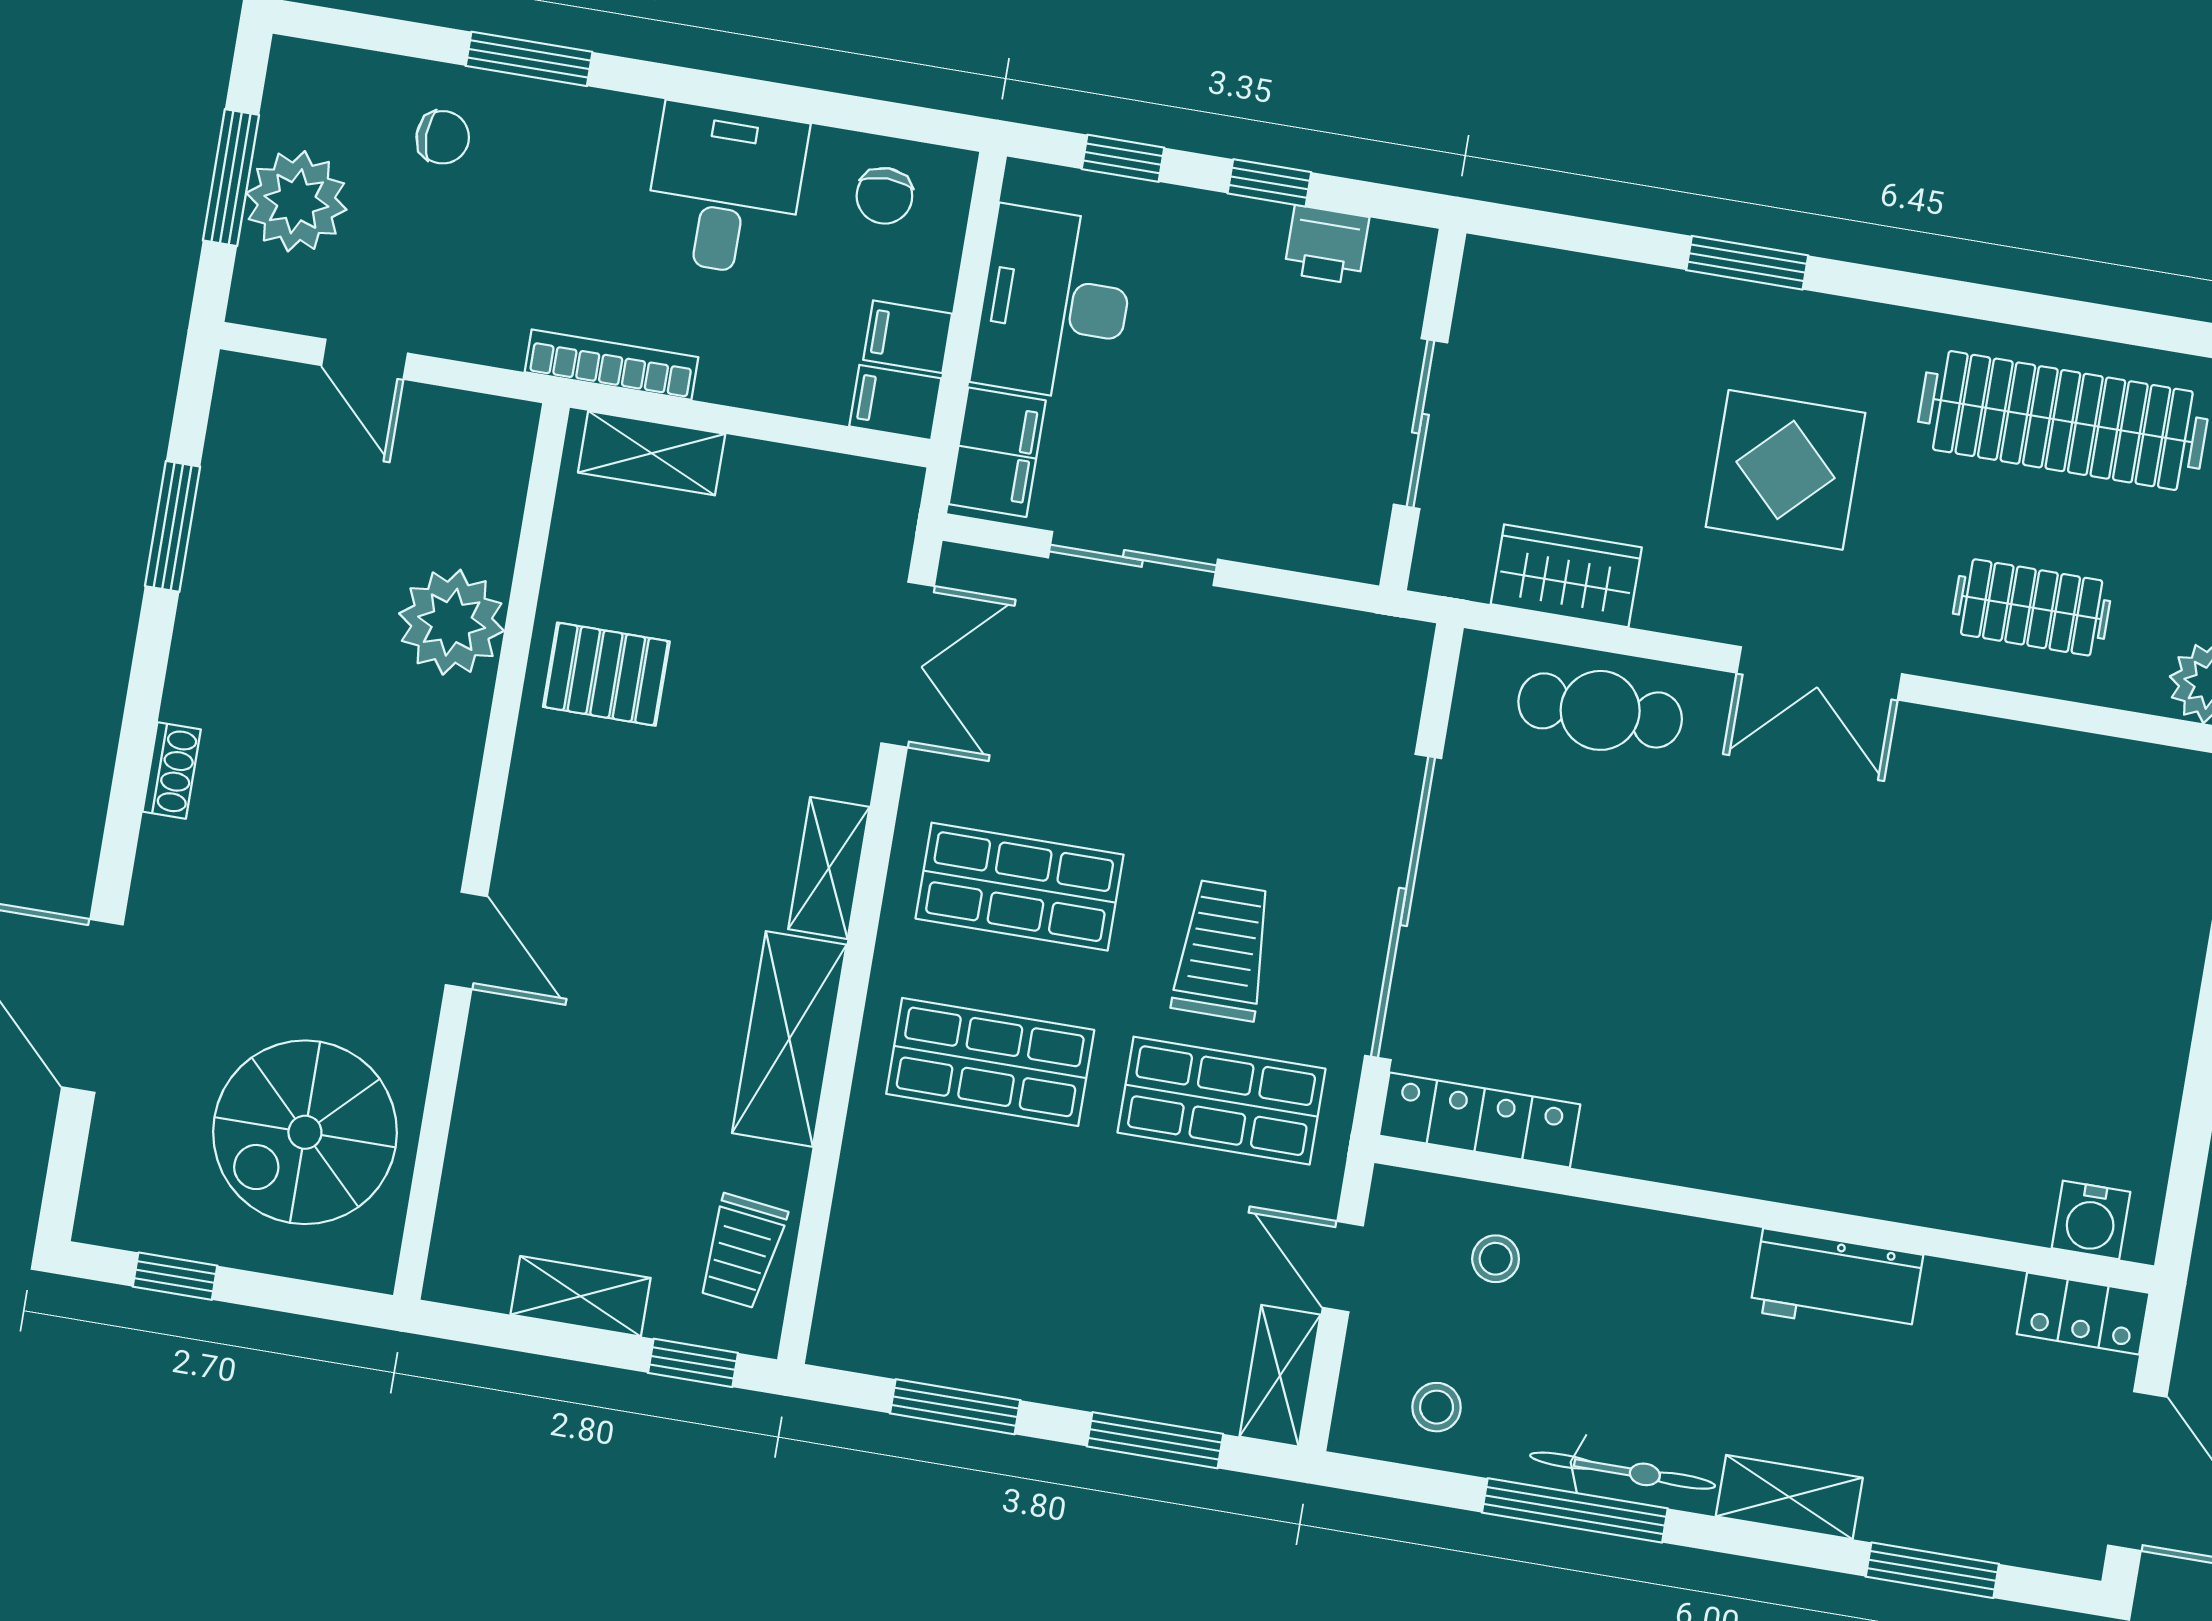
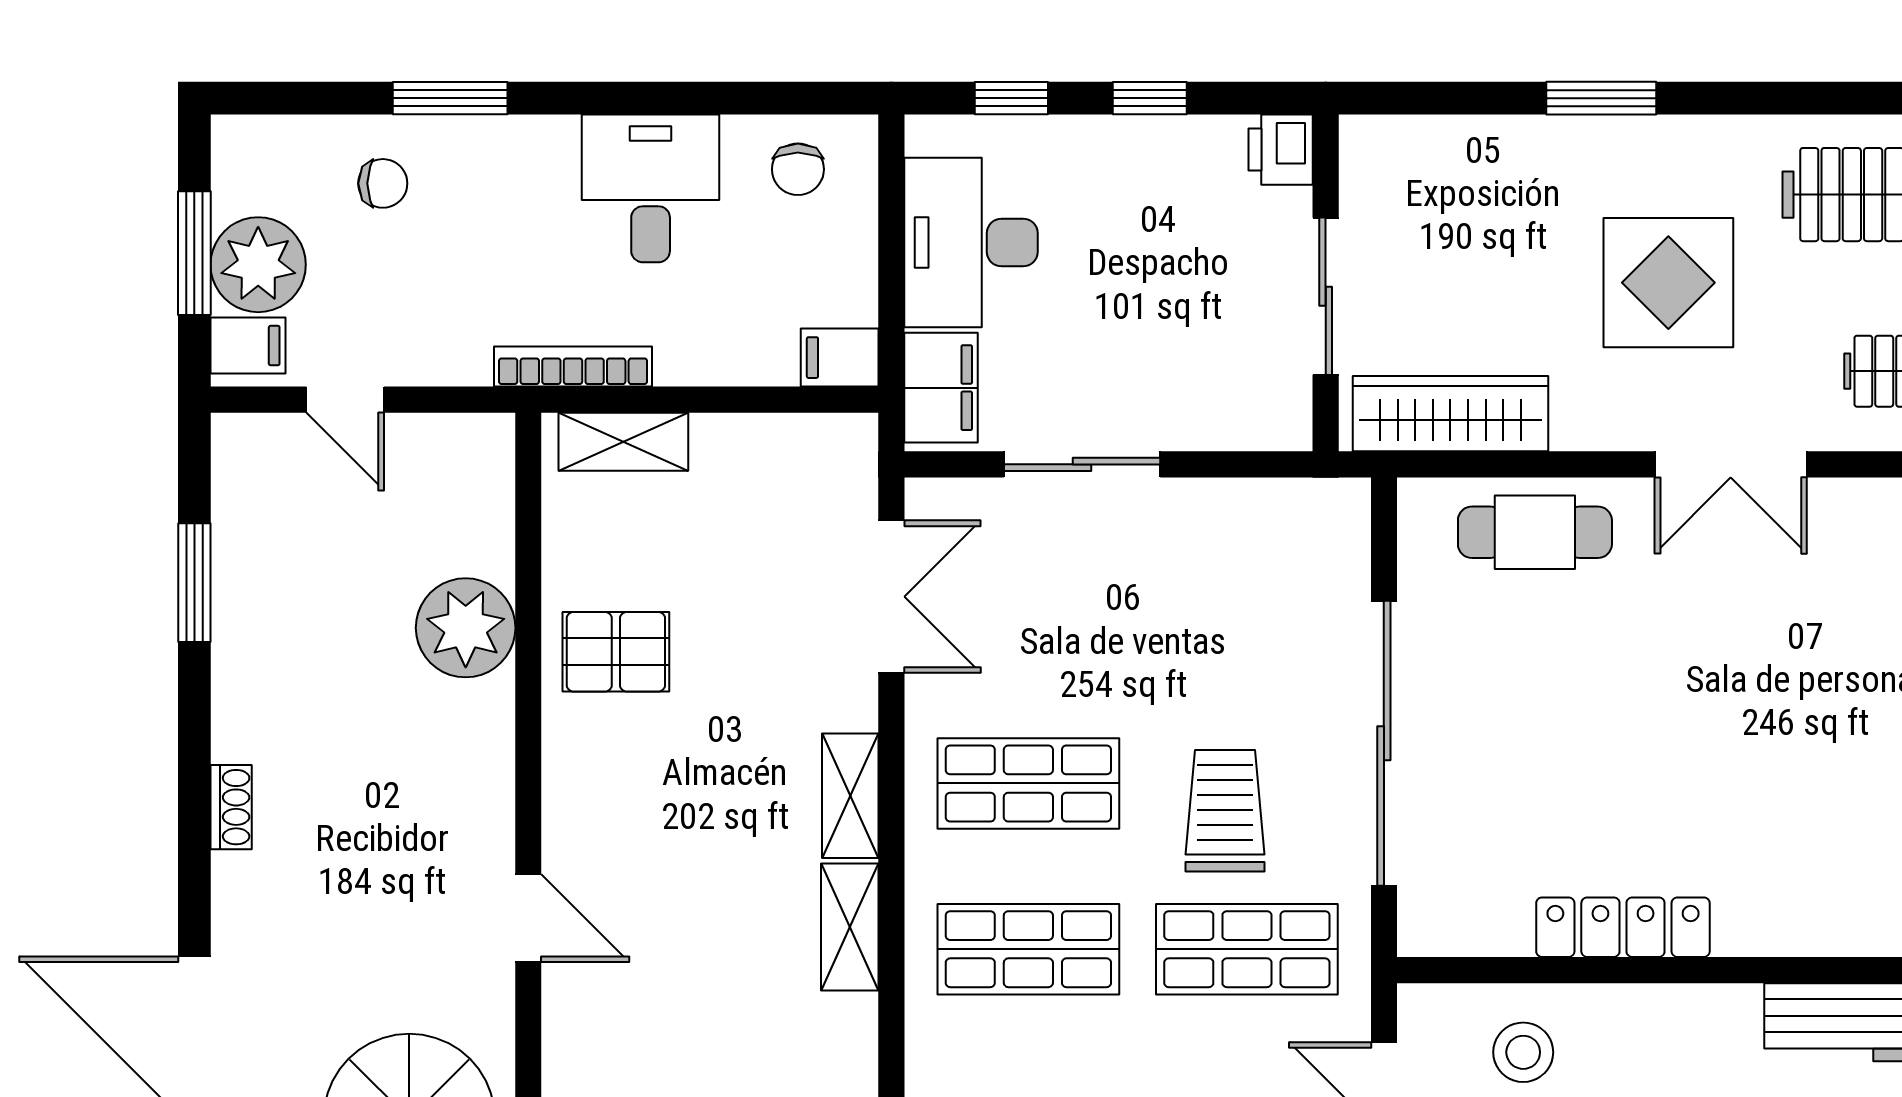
printer: (1327, 245) -> (1281, 150), moved, turned 90
filing cabinet: (908, 337) -> (248, 346), moved, turned 180
wardrobe: (1566, 576) -> (1450, 414), width x1.50
shelving: (789, 1039) -> (850, 927), width x0.67, depth x0.75
locker: (1480, 1120) -> (1623, 927), moved
stool: (1496, 1259) -> (1523, 1052), width x1.37, depth x1.37

